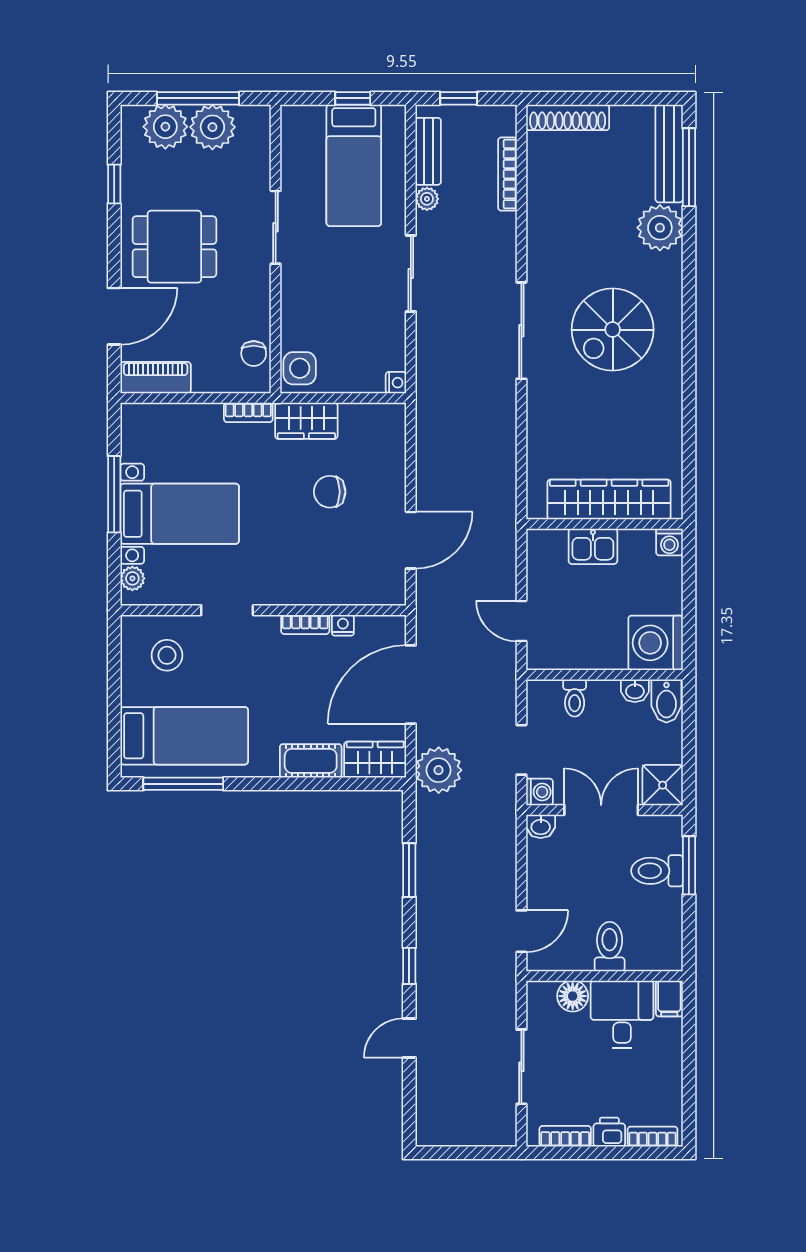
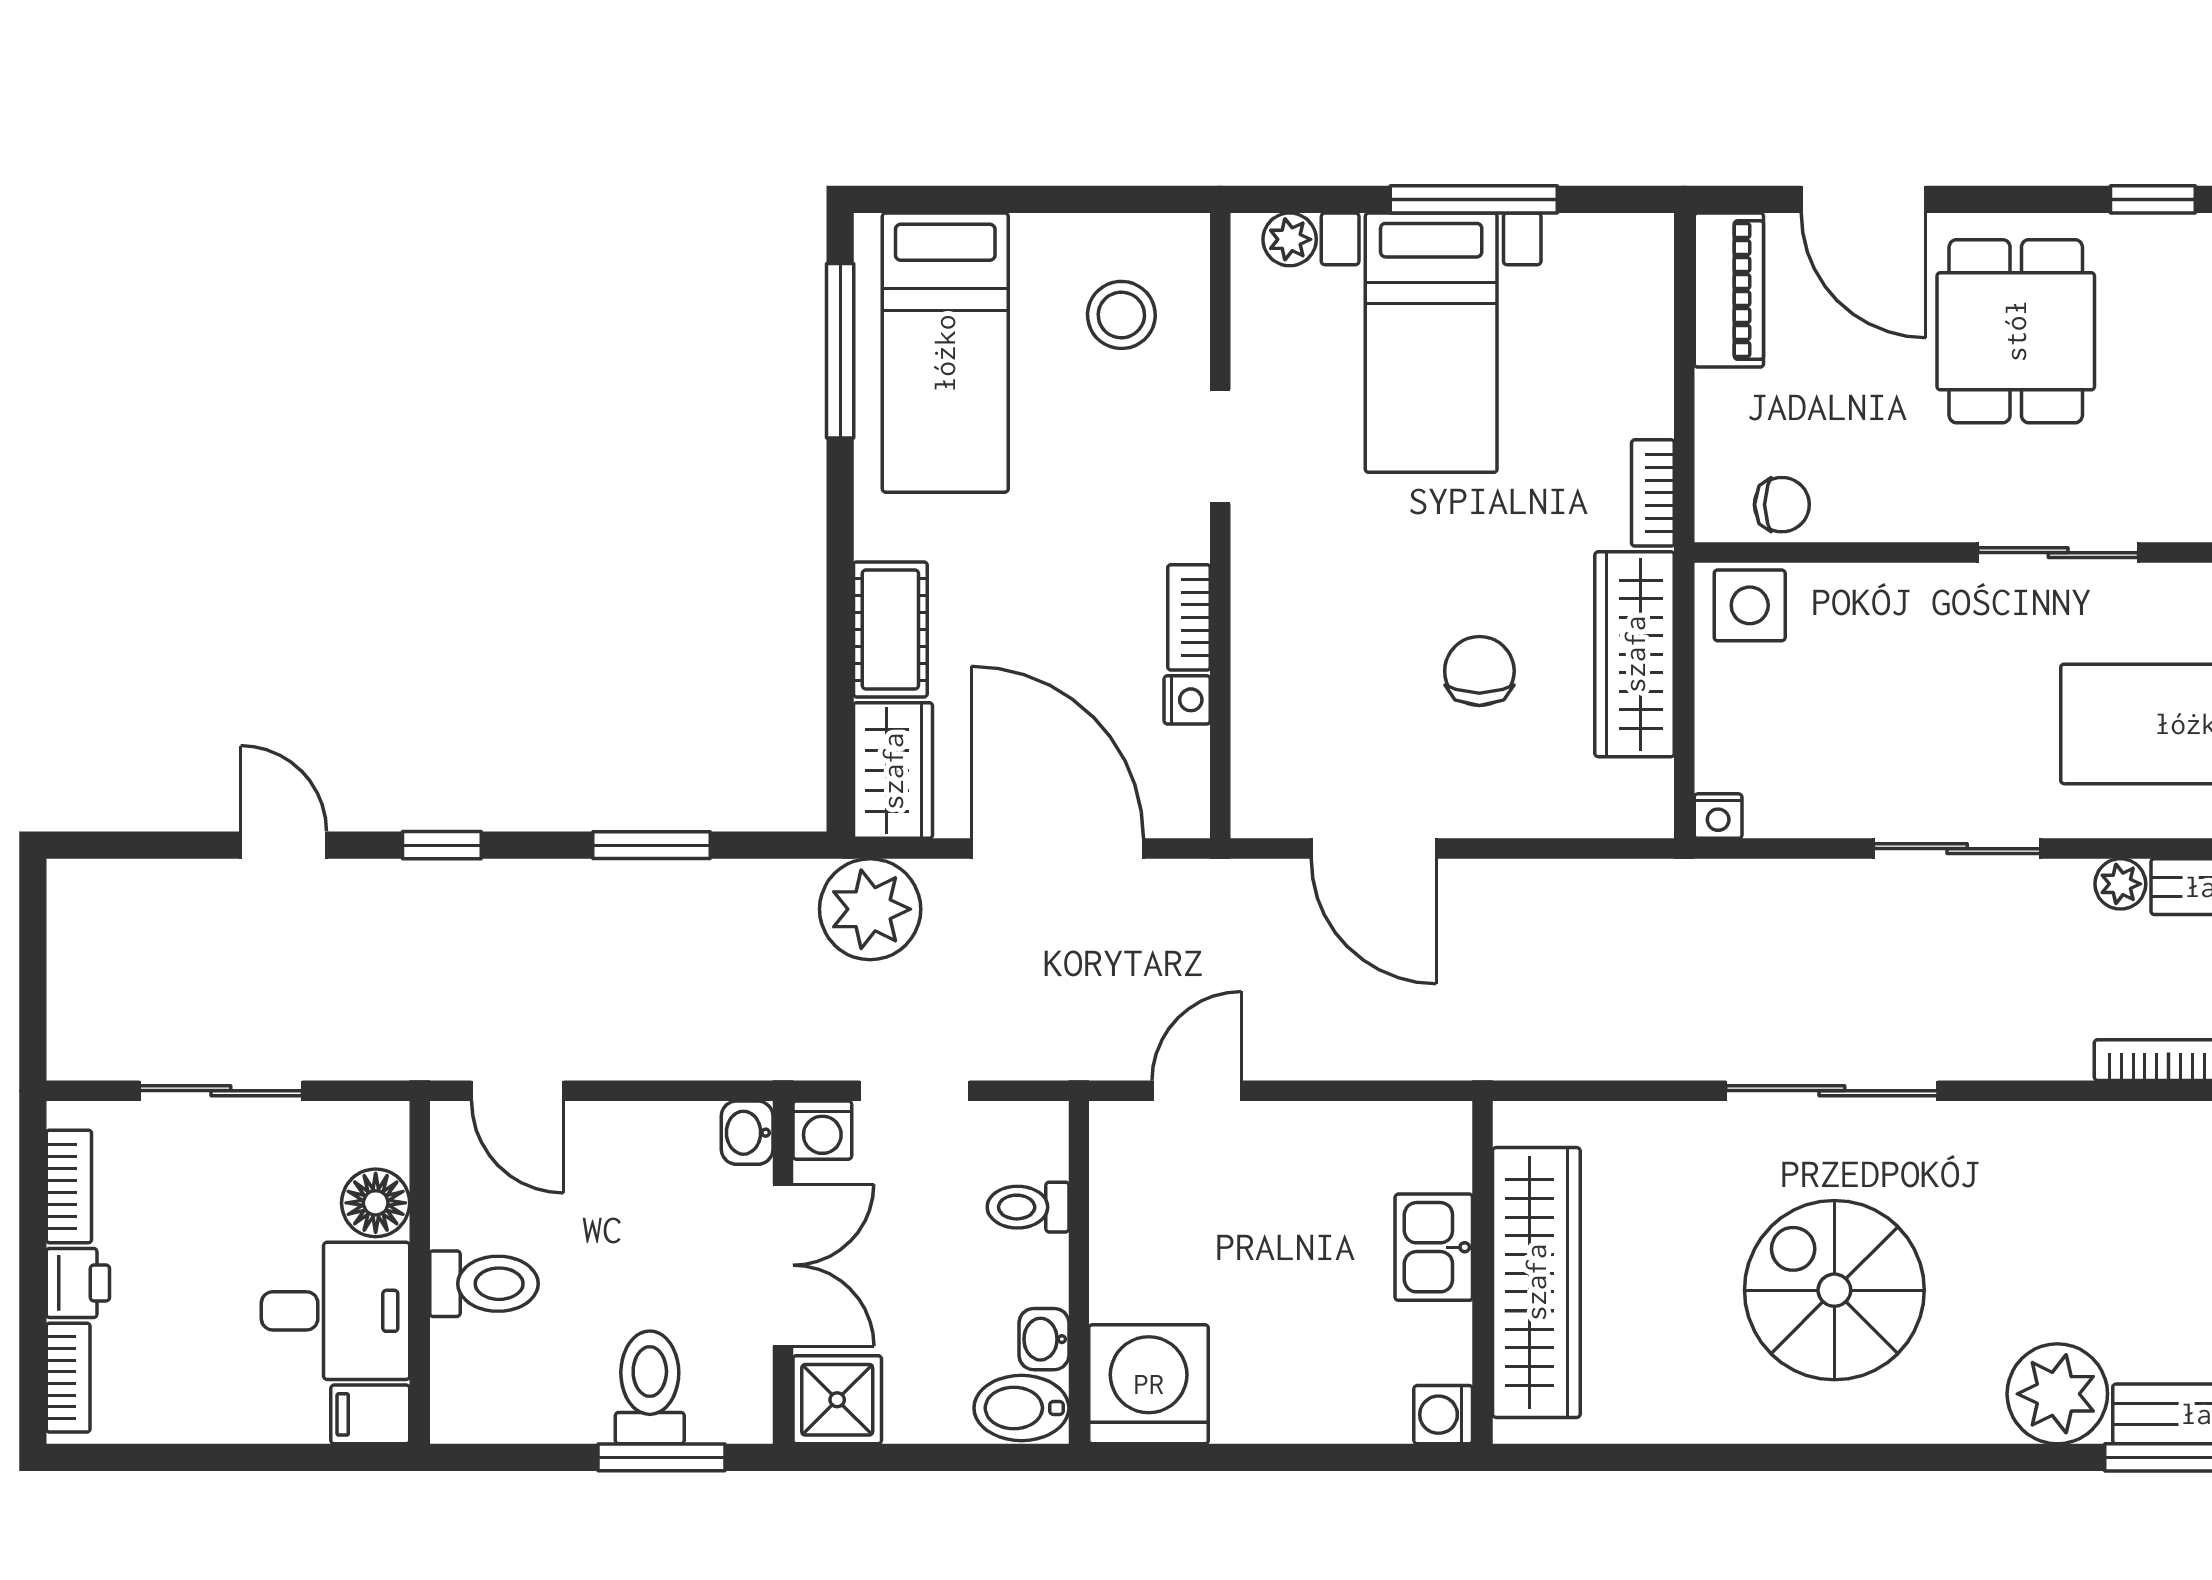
chair: (254, 353) -> (1782, 505), turned 180
wardrobe: (306, 421) -> (1635, 654), width x1.50
wardrobe: (609, 500) -> (1536, 1282), moved
wall: (604, 524) -> (1483, 1272), moved
washing machine: (669, 542) -> (1443, 1415), moved
kitchen sink: (593, 546) -> (1434, 1247), moved

